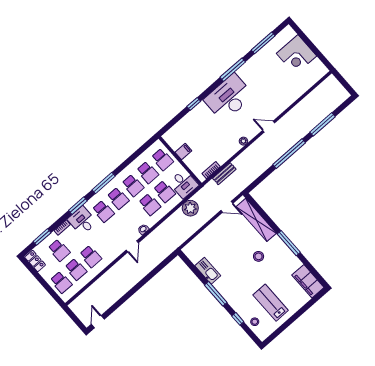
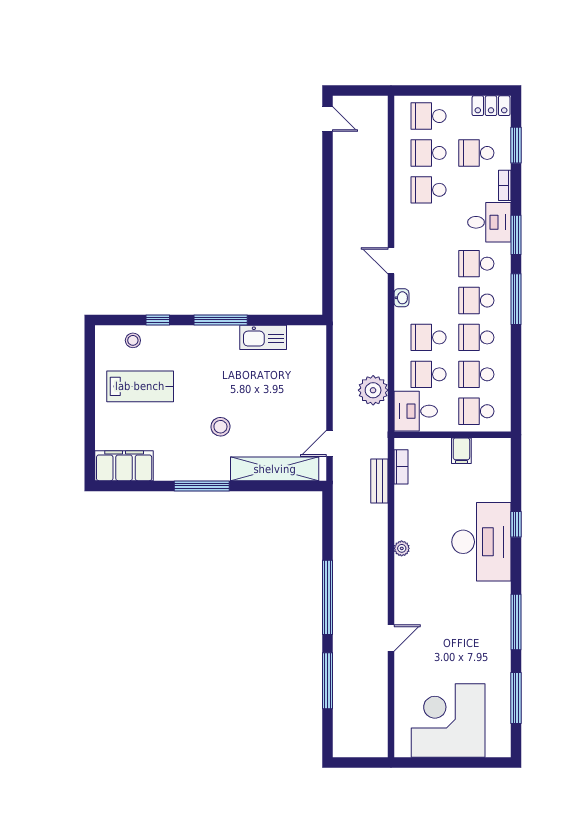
corner desk: (296, 55) -> (448, 720), width x1.36, depth x1.36
desk: (229, 98) -> (481, 542), moved
door: (269, 127) -> (391, 638), moved

